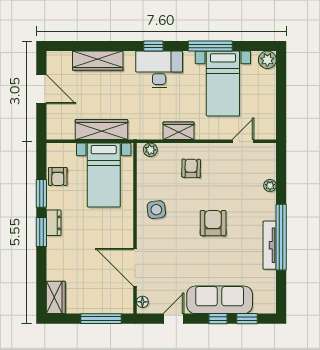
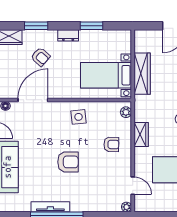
armchair: (58, 176) -> (40, 57), moved, turned -139
plant: (270, 186) -> (126, 207), moved
window: (41, 232) -> (36, 26), moved

